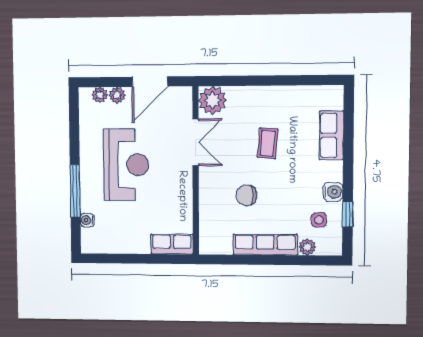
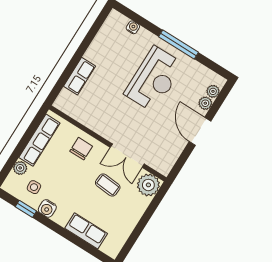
plant: (212, 100) -> (148, 185), moved
double door: (196, 142) -> (127, 156), moved
reception desk: (126, 165) -> (154, 79), turned -90
wall: (196, 171) -> (108, 143), moved
window: (75, 191) -> (179, 45), moved

